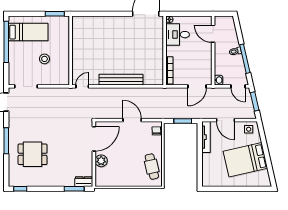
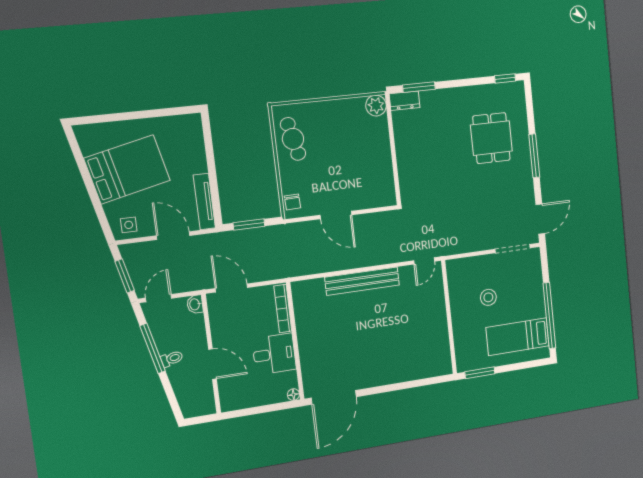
door: (213, 34) -> (212, 364), moved
desk: (178, 35) -> (274, 354), moved
door: (197, 86) -> (231, 288), hinge flipped
door: (238, 86) -> (159, 298), hinge flipped
door: (94, 139) -> (396, 175), removed
dining table: (33, 154) -> (491, 138), turned 90
plant: (101, 161) -> (376, 106), moved

